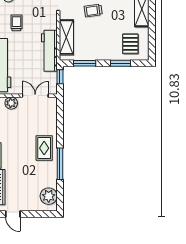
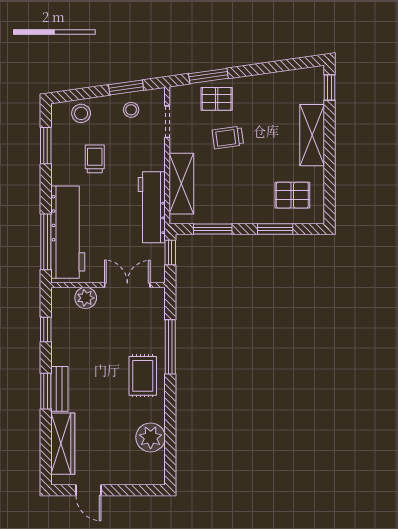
pallet: (130, 44) -> (292, 195), turned 90
window: (60, 164) -> (170, 347), moved
plant: (49, 196) -> (151, 437), moved

